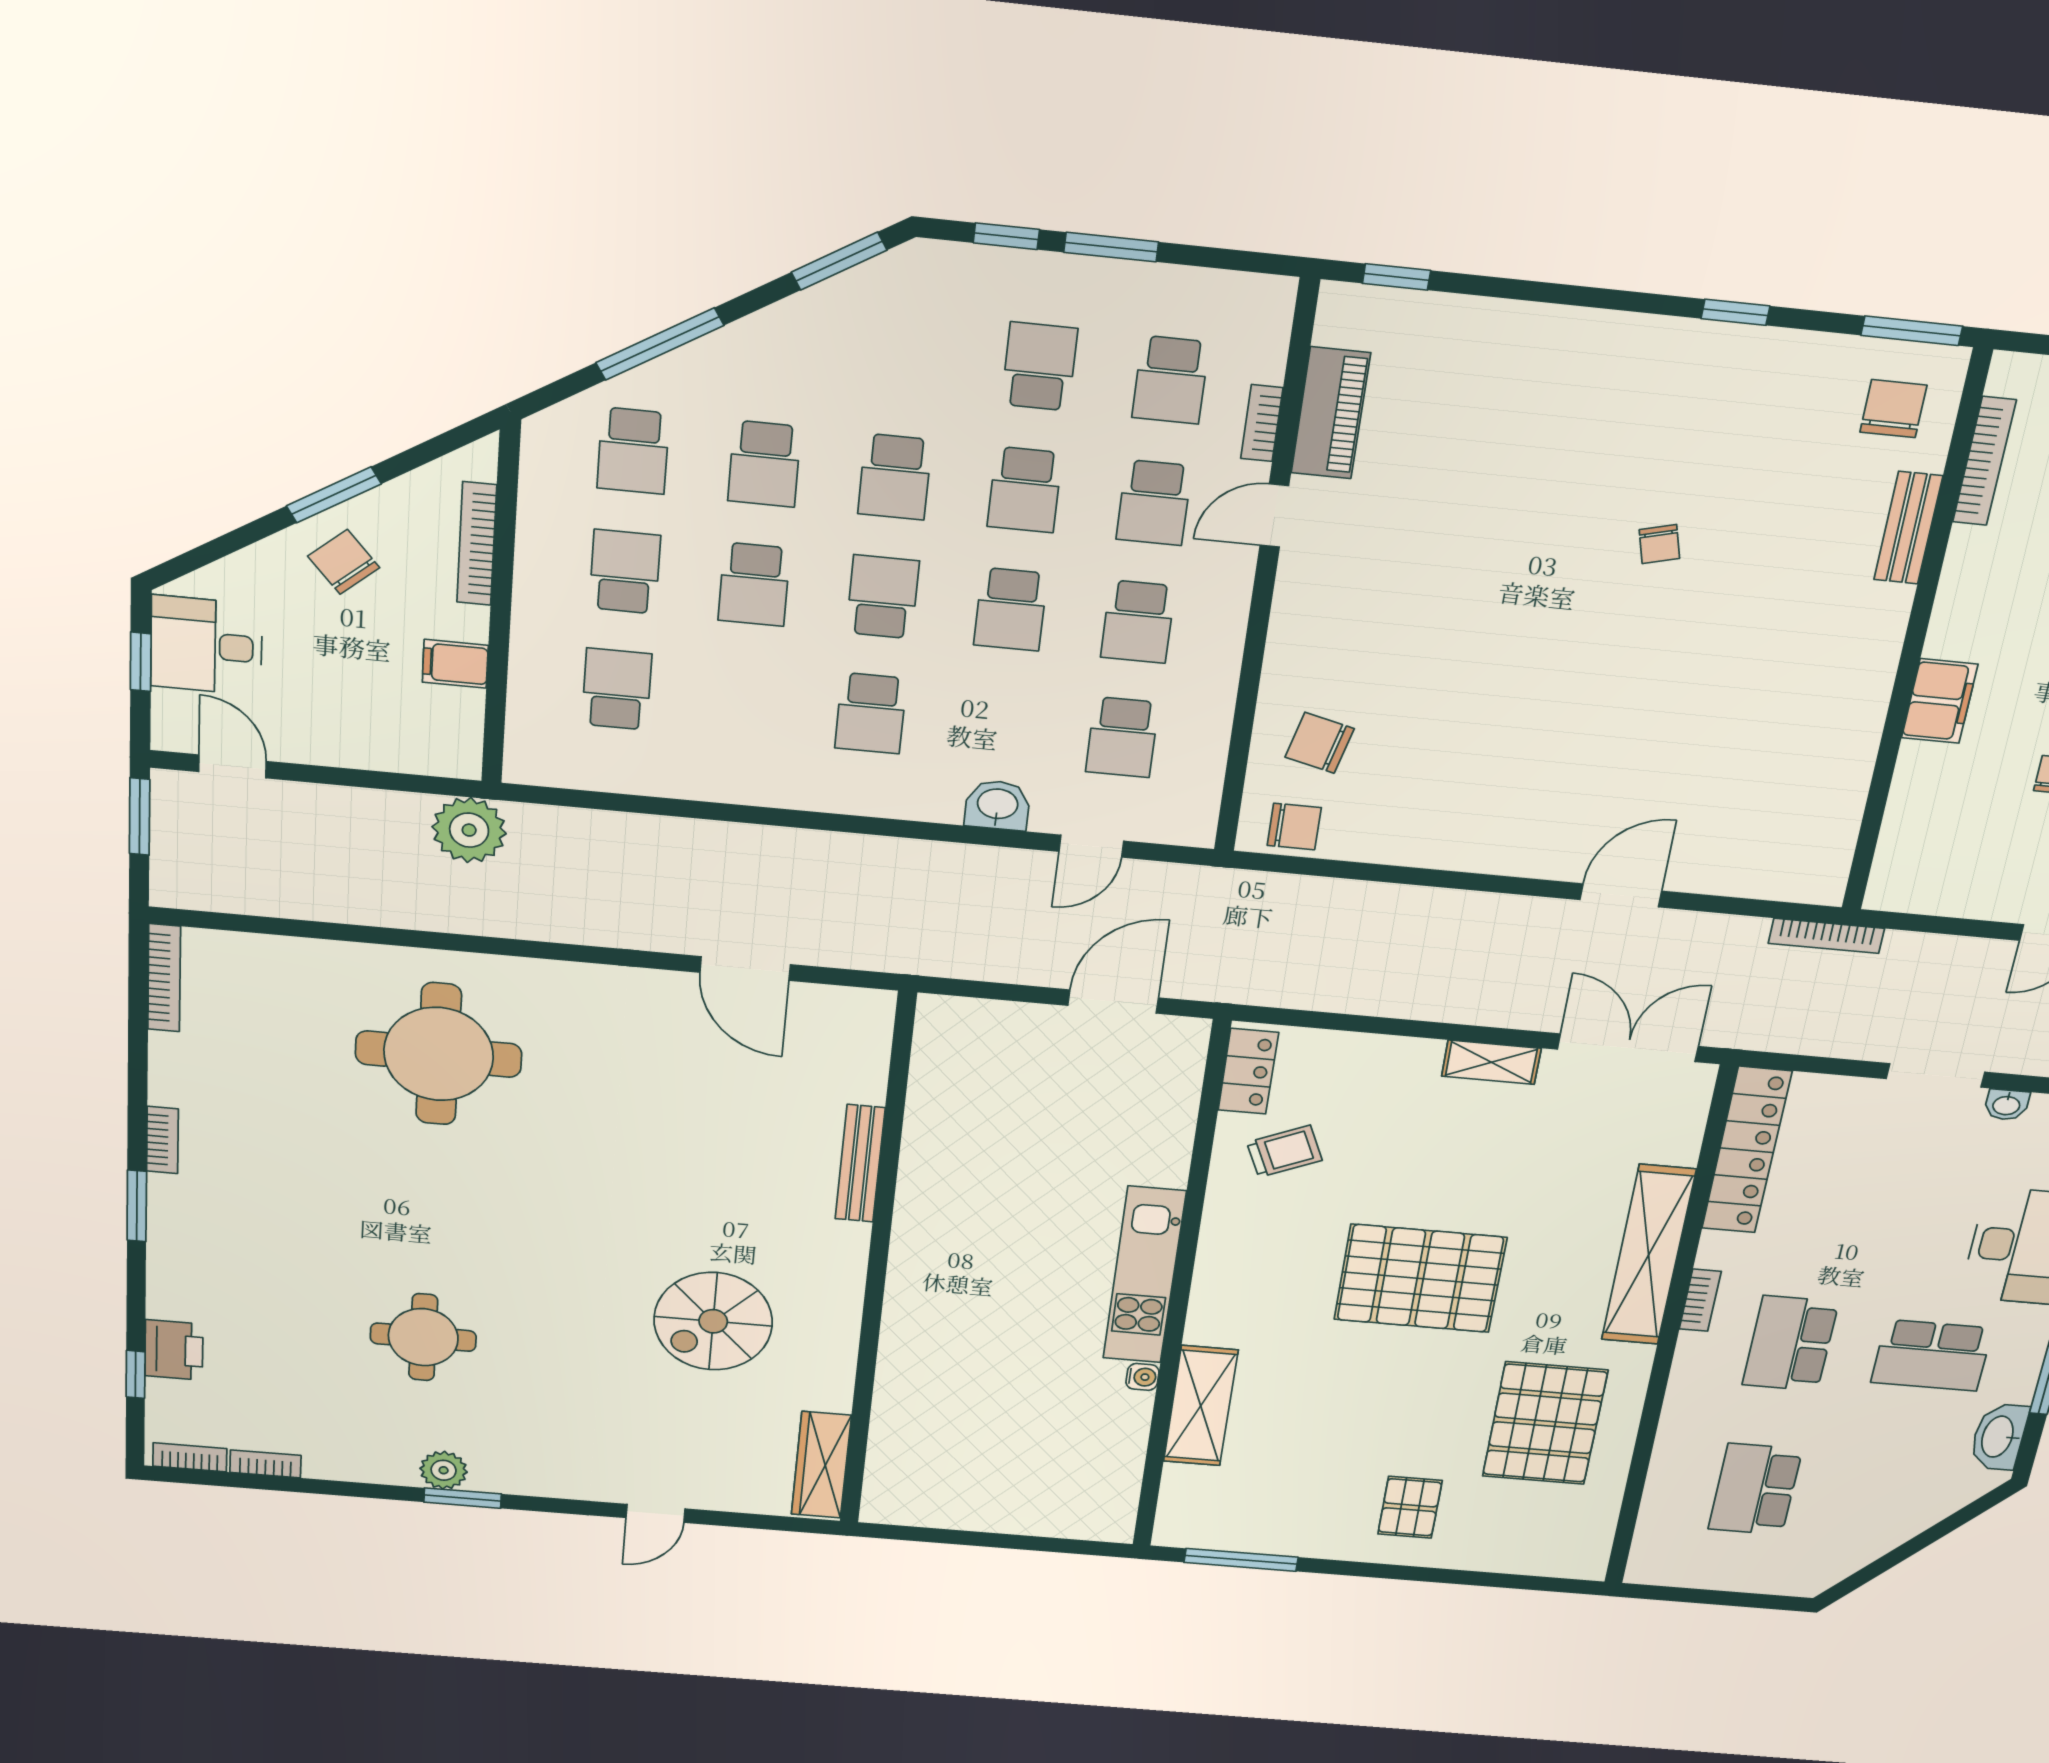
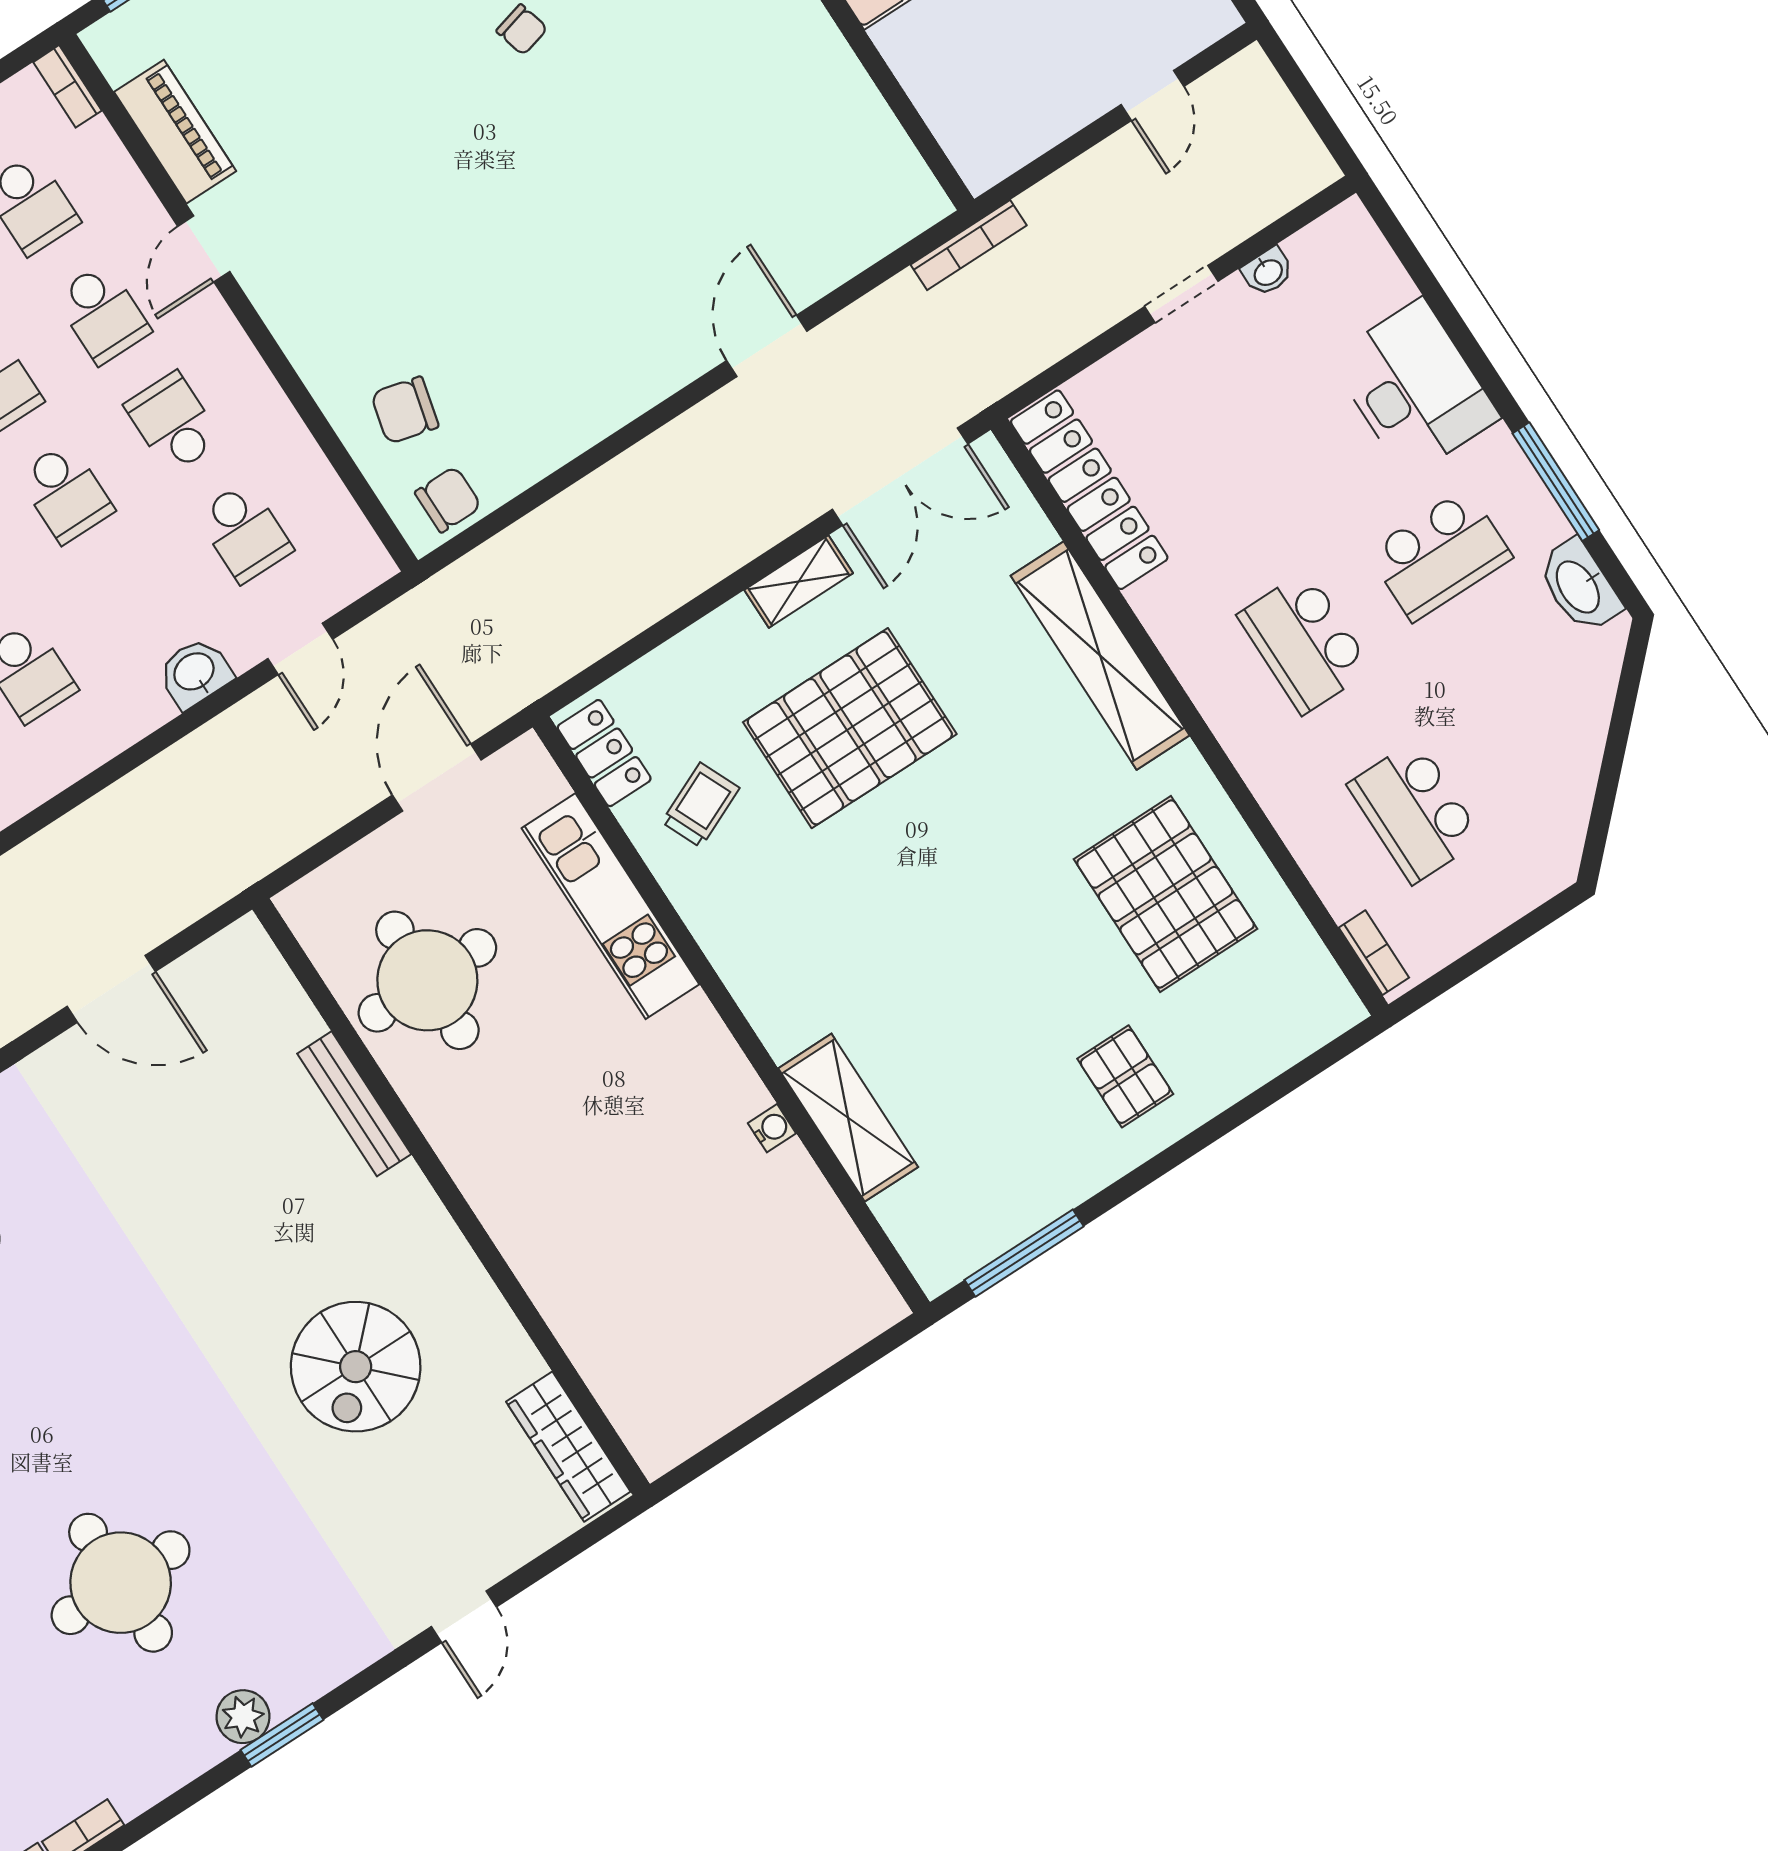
bookcase: (1262, 423) -> (67, 86), moved
school desk: (1138, 622) -> (173, 423), turned 180
double door: (1628, 1048) -> (900, 477), swing flipped
doorway: (1935, 1075) -> (1181, 294), width x0.73
round table: (985, 1124) -> (427, 980), added
kitchen unit: (1144, 1275) -> (610, 906), moved
pallet: (1420, 1278) -> (850, 728), moved
bookcase: (1700, 1300) -> (1374, 953), moved
round table: (423, 1337) -> (121, 1583), width x1.36, depth x1.36

